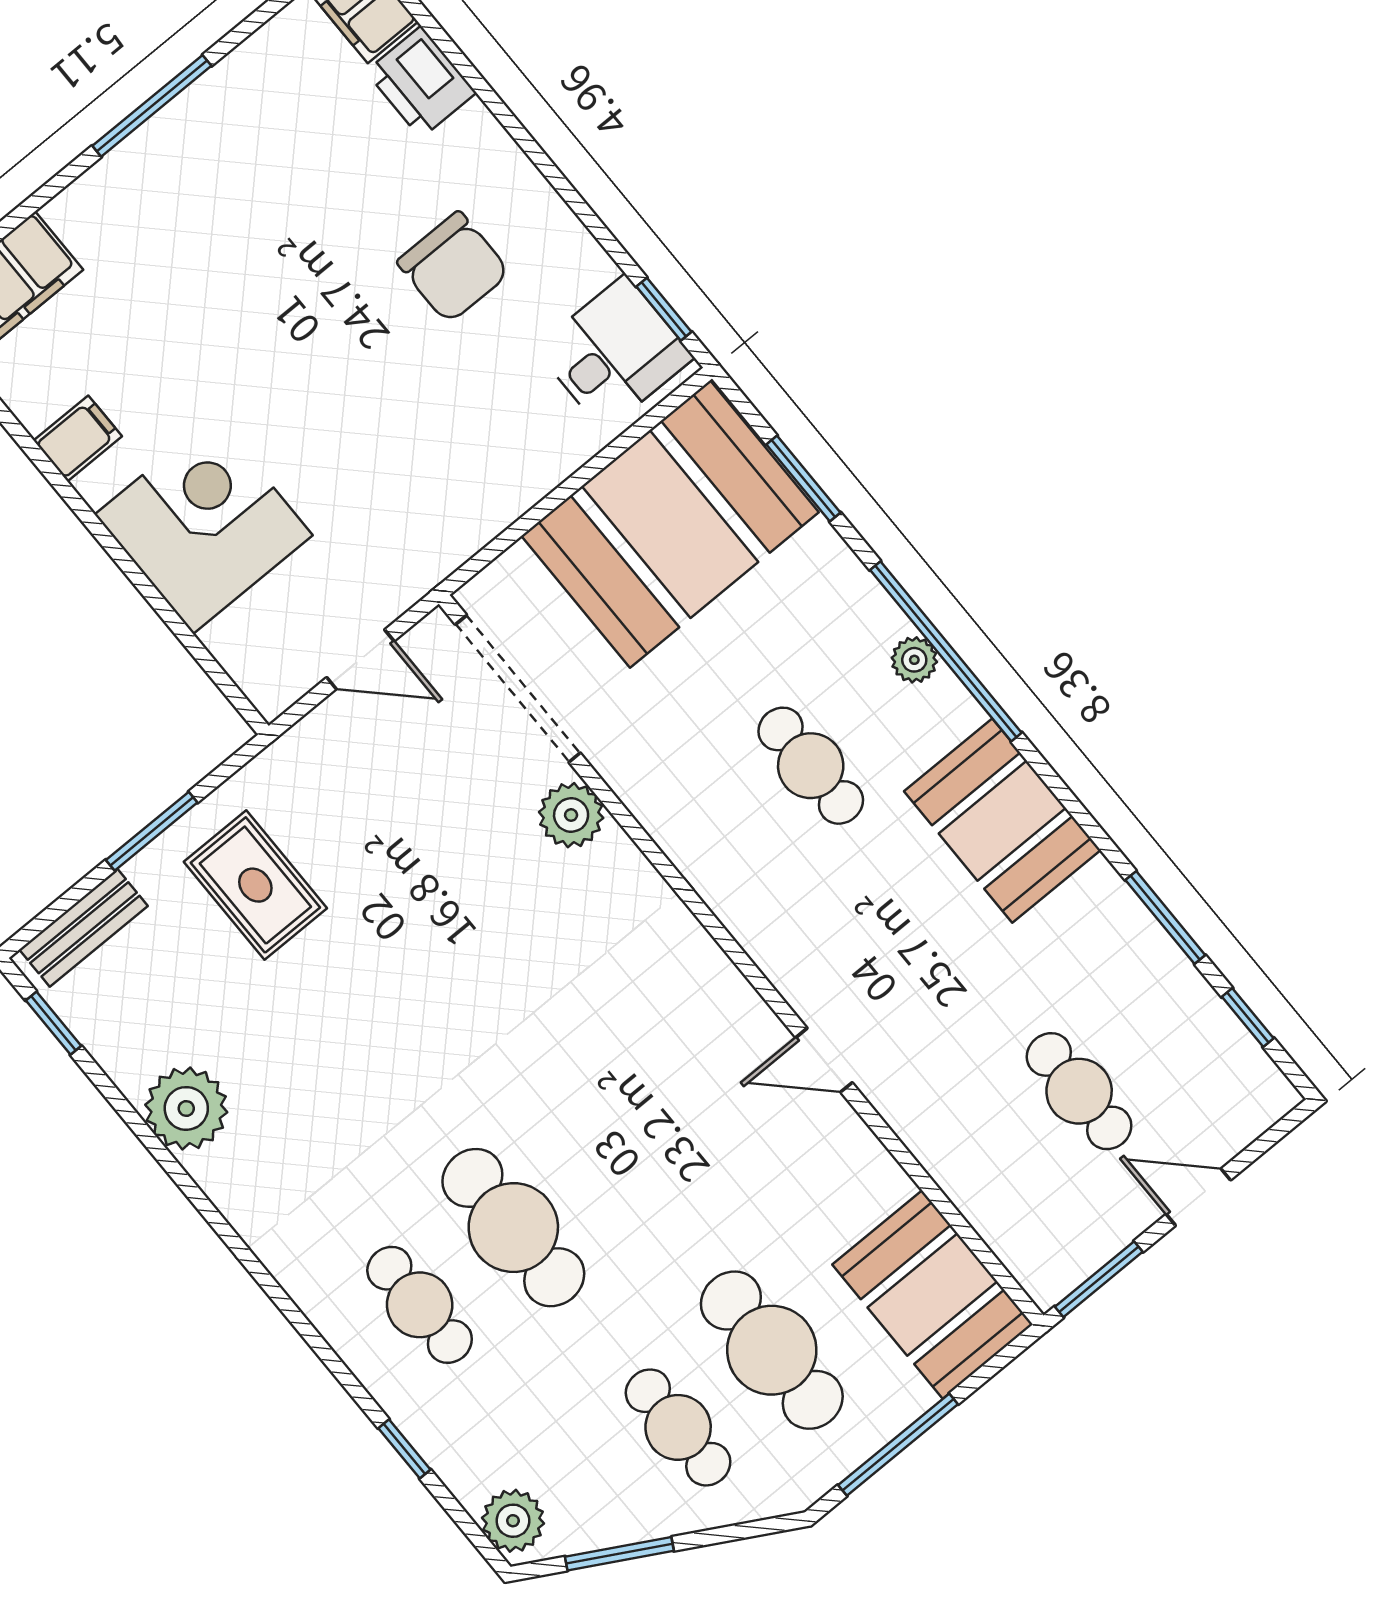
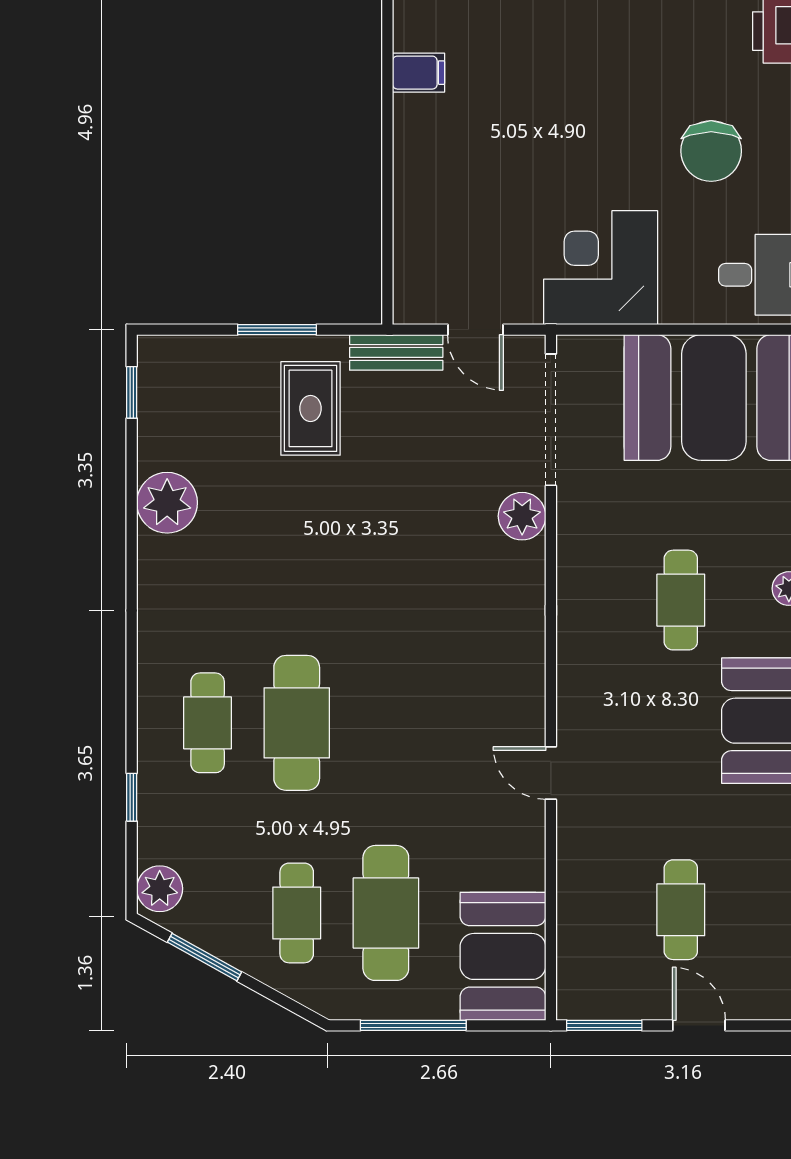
corner desk: (204, 525) -> (601, 268), moved, turned -90
bench: (84, 928) -> (396, 352), moved

